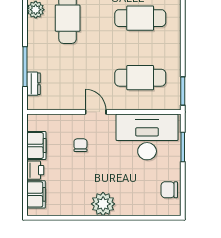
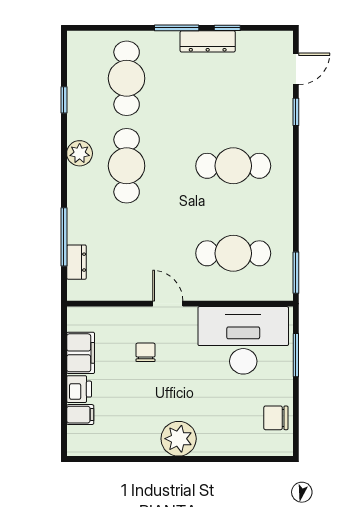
filing cabinet: (36, 194) -> (80, 415), width x0.50

